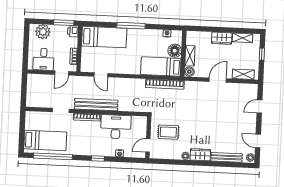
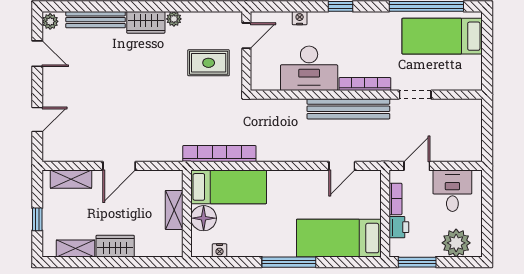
printer: (73, 31) -> (399, 227), moved
boiler: (189, 72) -> (174, 180), removed
door: (101, 75) -> (342, 166), swing flipped

